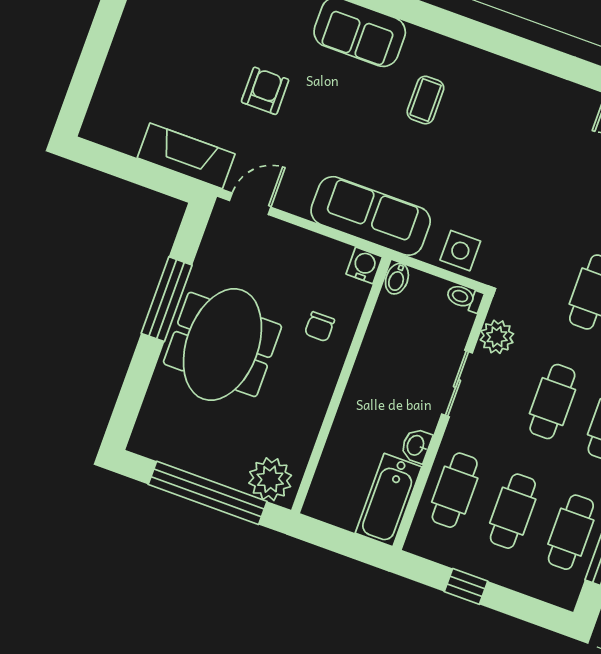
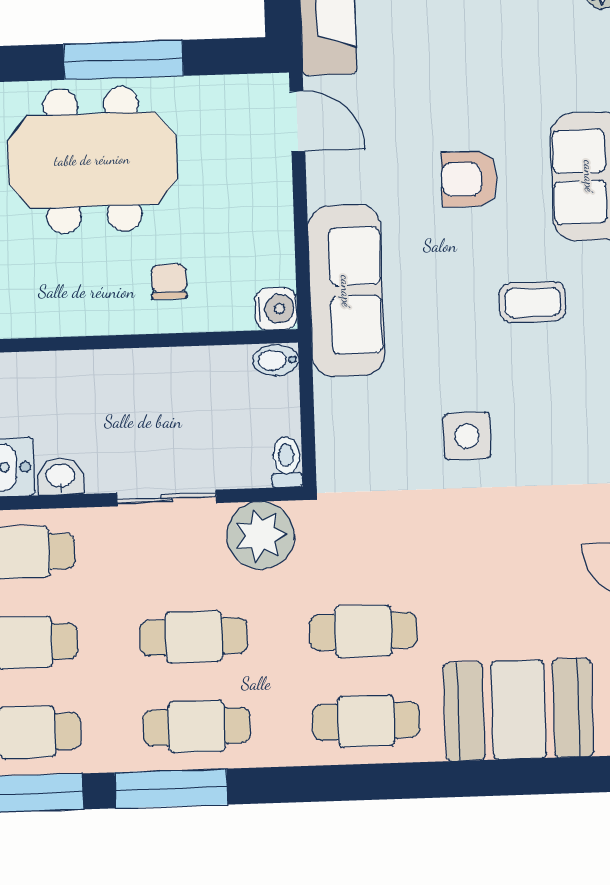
armchair: (265, 91) -> (469, 179), moved, turned 180
side table: (460, 251) -> (467, 436), moved
chair: (320, 327) -> (169, 282), turned 90
plant: (497, 337) -> (260, 535), width x1.36, depth x1.36

